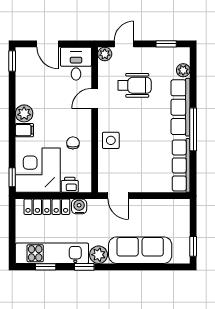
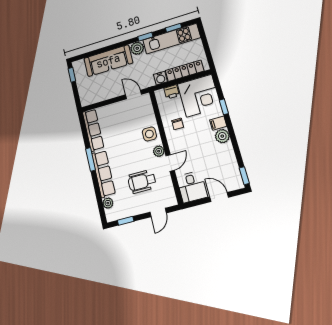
plant: (105, 54) -> (159, 151), moved
window: (193, 129) -> (90, 159), width x0.69
window: (12, 177) -> (224, 107), moved

